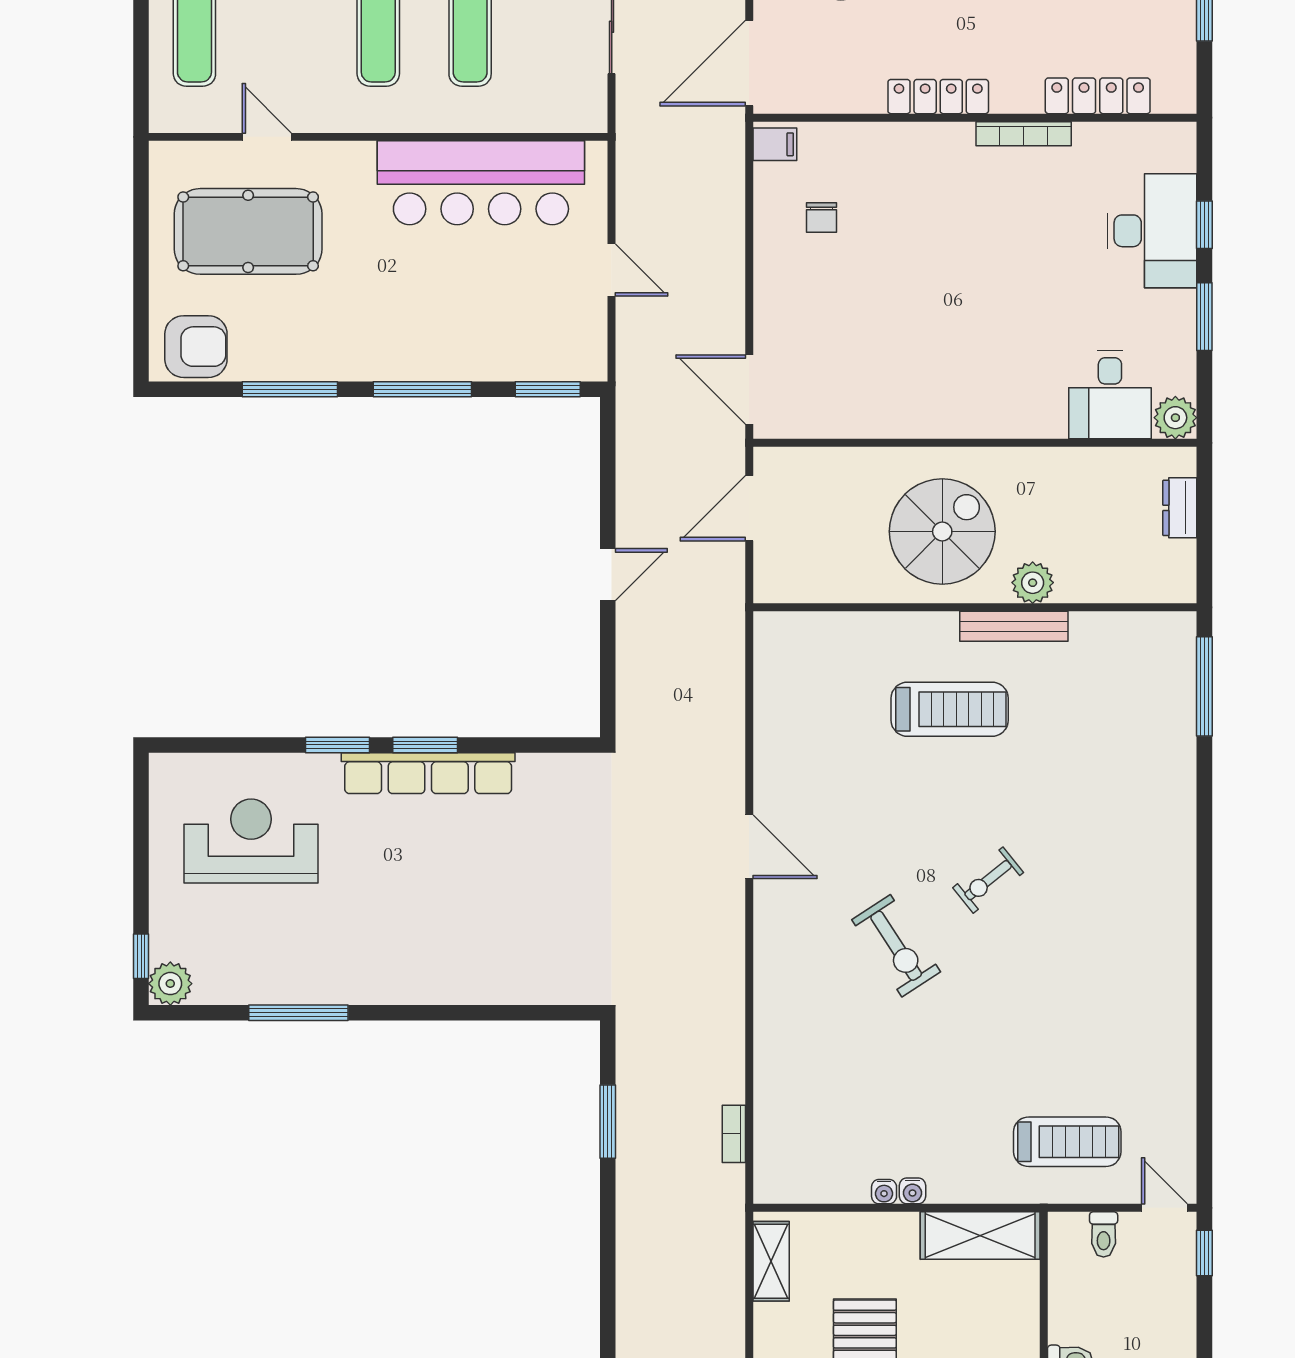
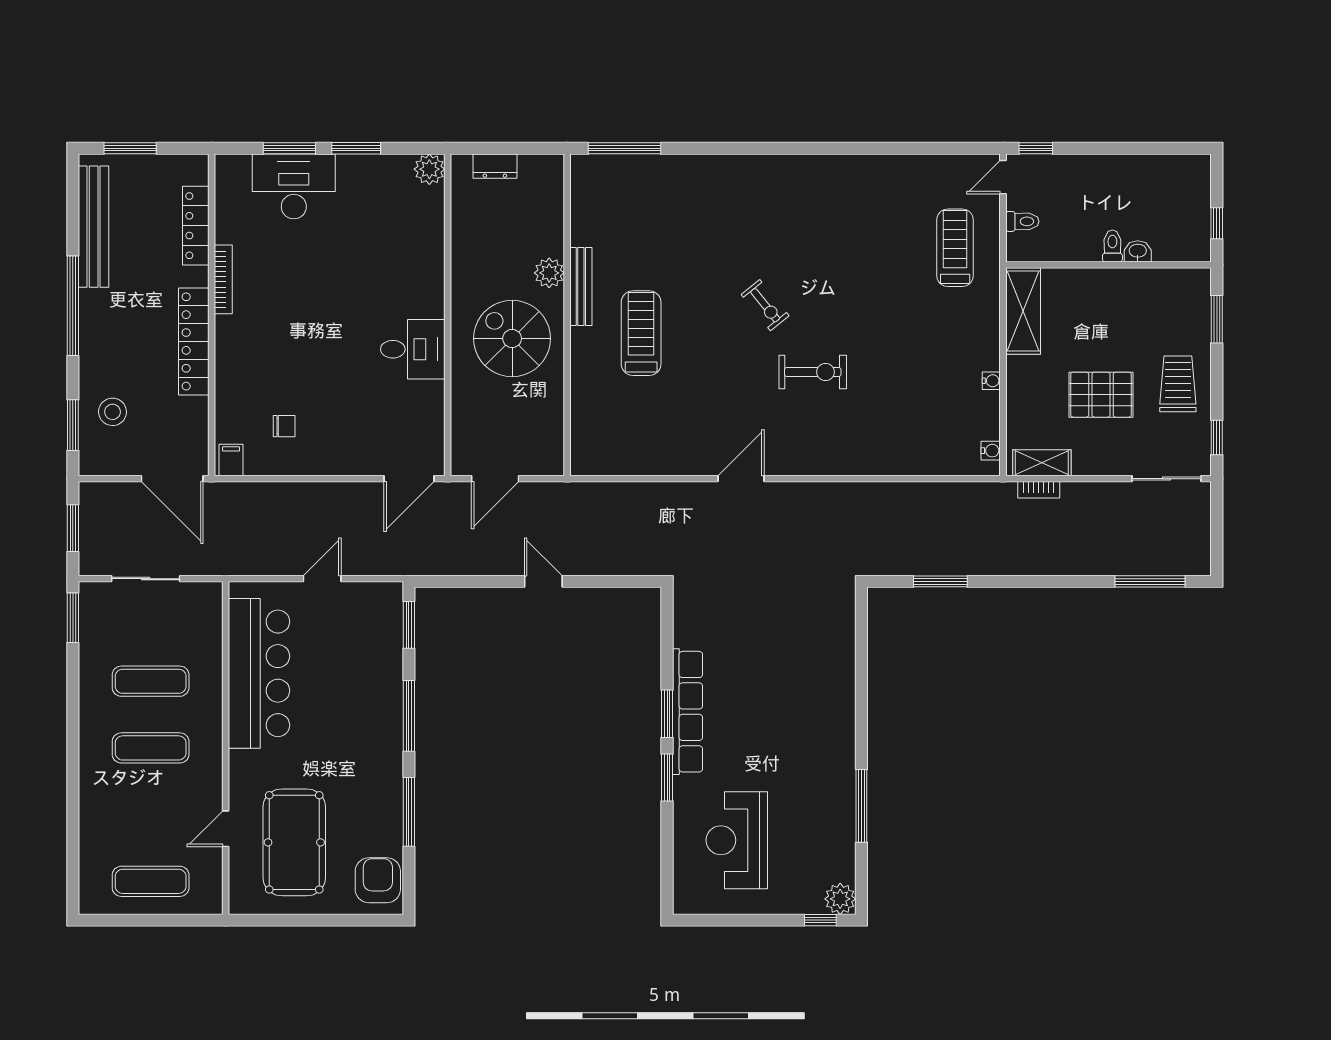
locker: (938, 97) -> (194, 341), width x1.41, depth x1.21
window: (1204, 225) -> (289, 148), width x1.50
desk: (1110, 395) -> (413, 349), moved
door: (749, 508) -> (495, 479), hinge flipped
exercise bike: (896, 946) -> (813, 372), turned 33
bookcase: (734, 1134) -> (1039, 490), moved
water cooler: (912, 1191) -> (991, 451), moved

